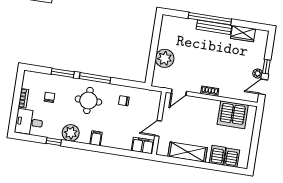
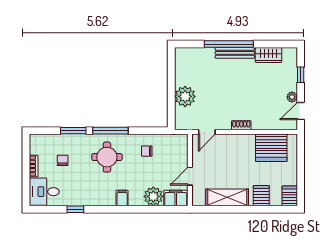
window: (266, 67) -> (301, 75), moved
plant: (71, 133) -> (153, 196), moved
server rack: (232, 158) -> (290, 196), moved

